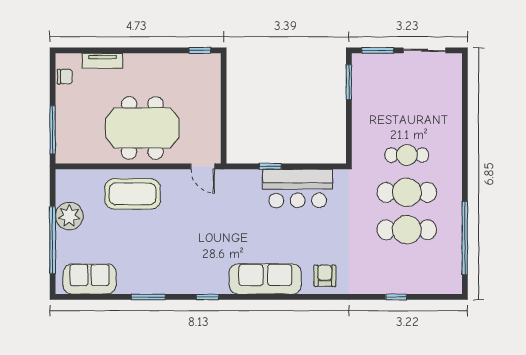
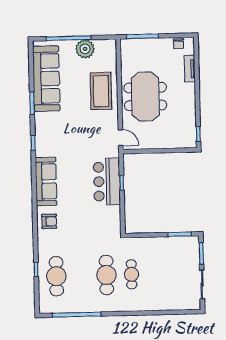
door: (203, 166) -> (121, 138), swing flipped
bar counter: (298, 188) -> (107, 181), moved
cafe table: (407, 230) -> (56, 276), moved
sofa: (90, 279) -> (46, 79), width x1.85, depth x1.27

